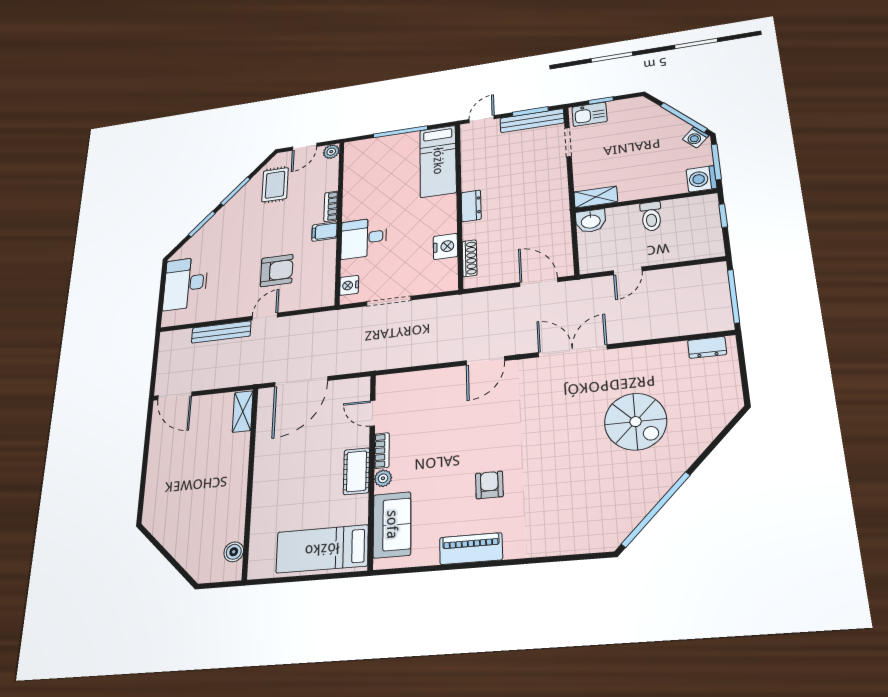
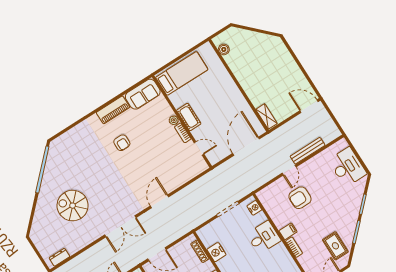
sofa: (392, 525) -> (143, 94), moved, turned -90

